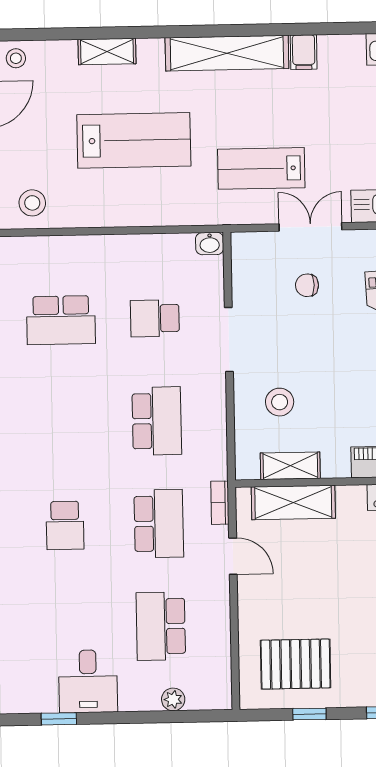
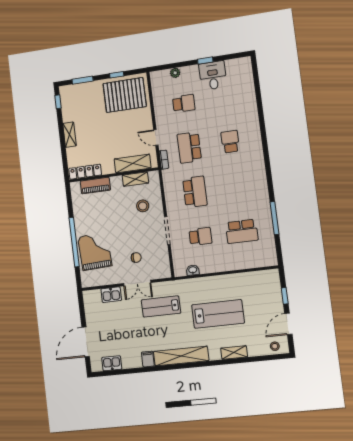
lab bench: (134, 140) -> (218, 314), turned 180
lab bench: (261, 168) -> (161, 307), turned 180
stool: (32, 203) -> (260, 282), removed
washbasin: (210, 244) -> (193, 270), moved
school desk: (61, 320) -> (242, 231), turned 180
school desk: (157, 421) -> (195, 192), turned 180
school desk: (161, 626) -> (184, 103), width x0.54
pallet: (296, 664) -> (125, 95), width x1.37, depth x1.41
window: (59, 719) -> (205, 61), moved

